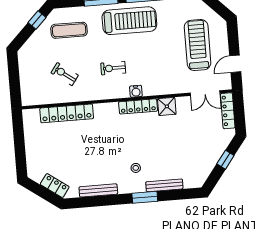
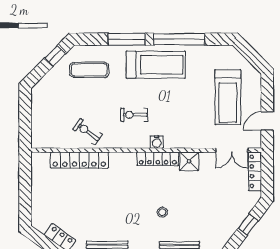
treadmill: (198, 45) -> (228, 97), turned 180
exercise bike: (65, 74) -> (88, 132), moved
stool: (136, 168) -> (162, 212), moved

